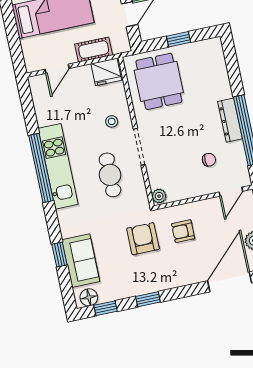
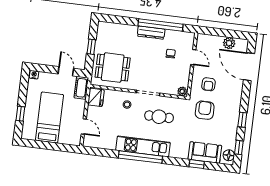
cot: (94, 50) -> (81, 88), moved
door: (231, 192) -> (193, 57), moved
armchair: (143, 239) -> (205, 110), turned 90

